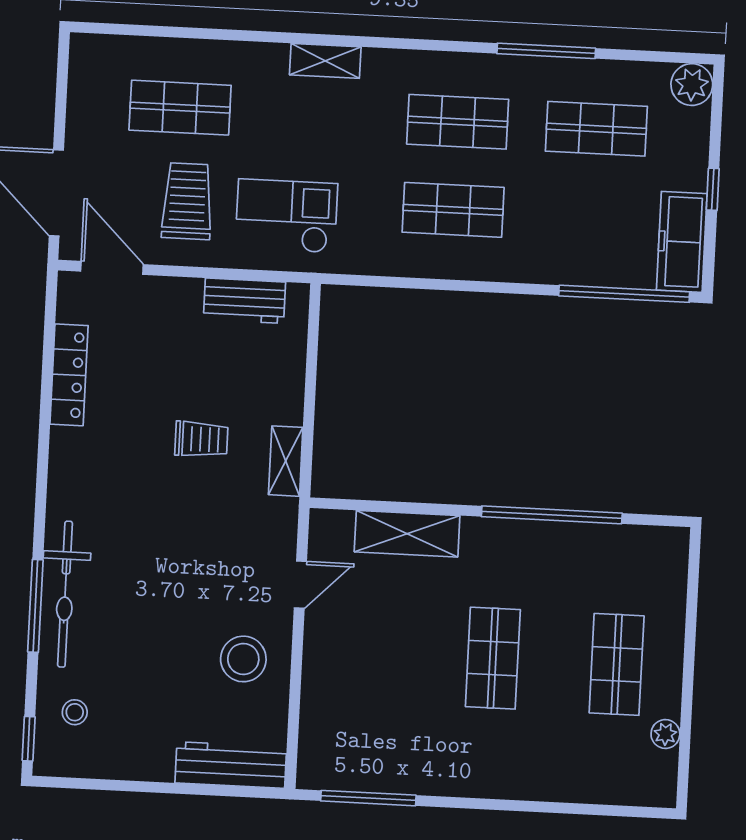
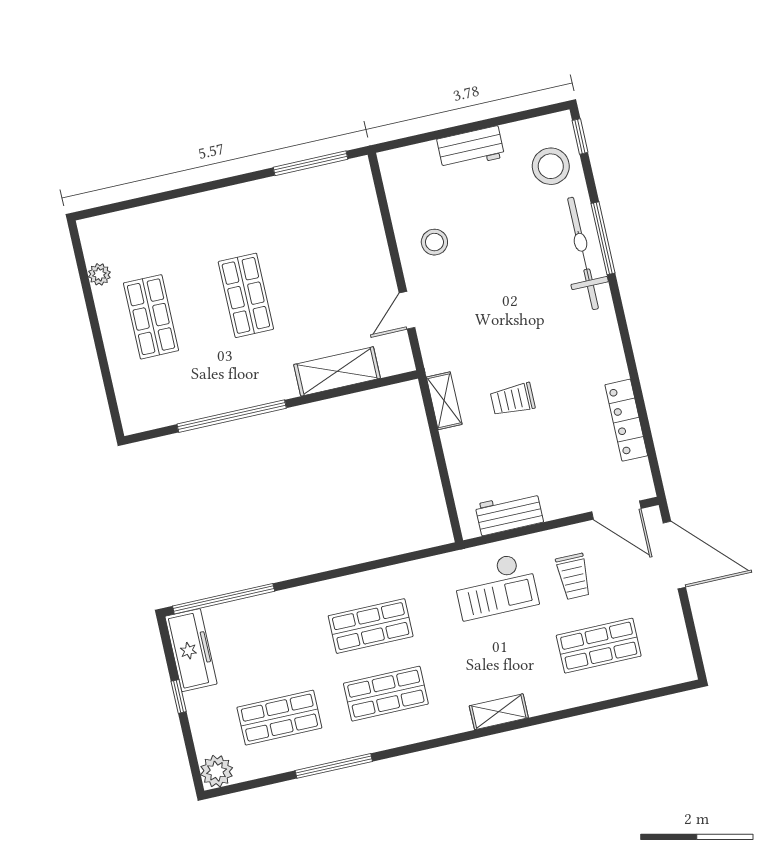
trolley: (187, 201) -> (573, 576), width x0.73, depth x0.72
stool: (243, 659) -> (434, 242), width x0.73, depth x0.73
stool: (75, 712) -> (551, 166), width x1.89, depth x1.89
workbench: (231, 765) -> (471, 148), moved, width x0.73

